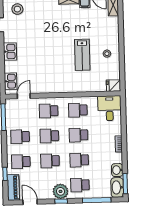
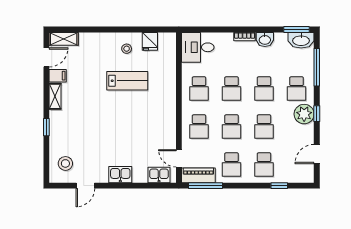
fridge: (113, 86) -> (150, 41), moved
washbasin: (117, 170) -> (265, 40), moved
piano: (13, 187) -> (198, 175), moved

